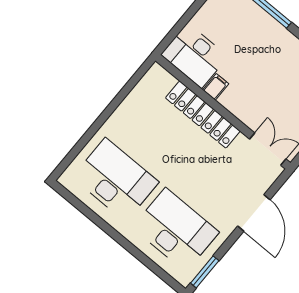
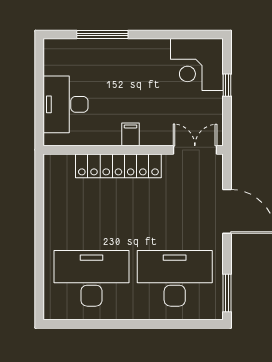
desk: (194, 56) -> (65, 104), moved, turned 90
filing cabinet: (216, 87) -> (130, 134), moved

